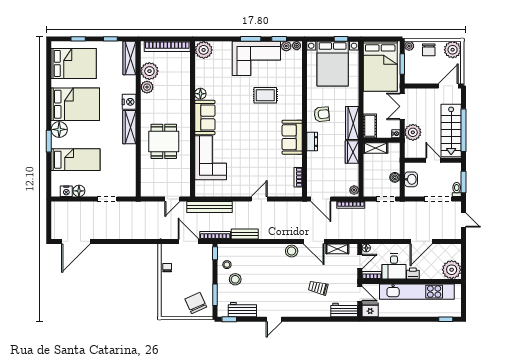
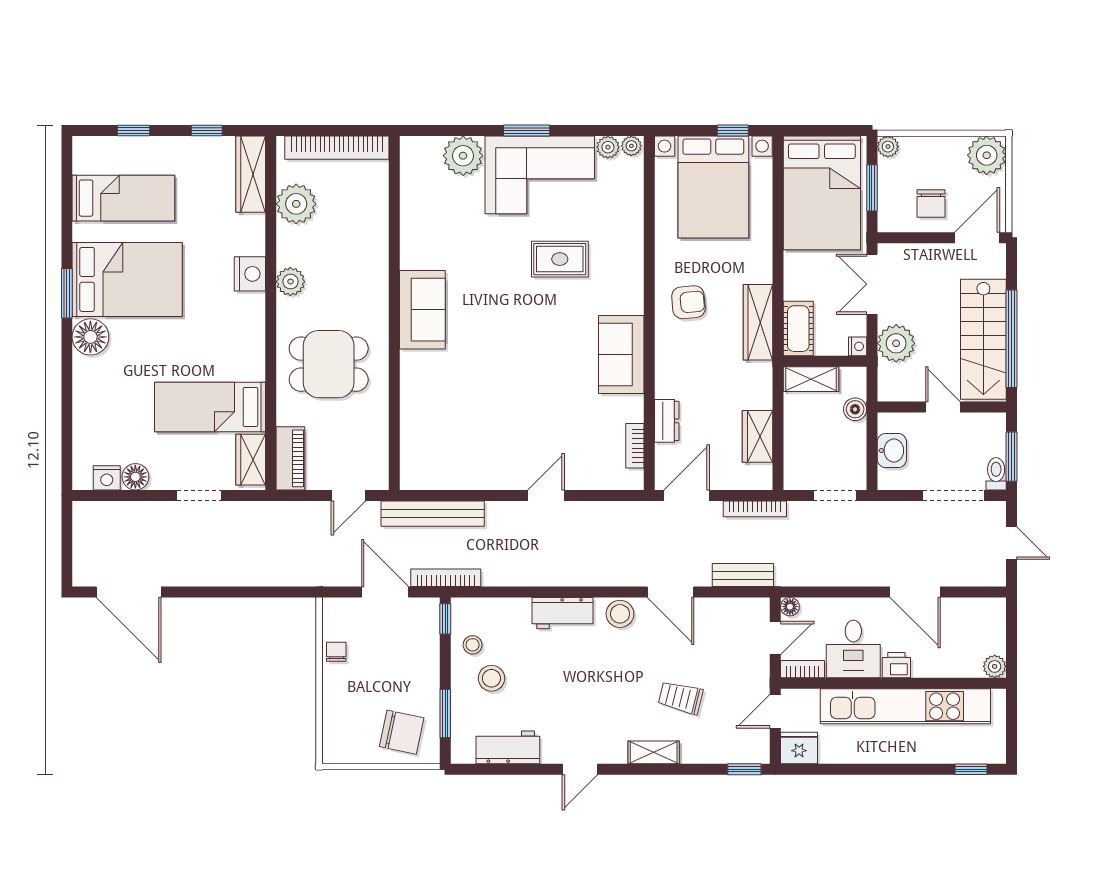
window: (279, 39) -> (592, 131), removed
plant: (204, 50) -> (463, 156), moved
chair: (429, 50) -> (931, 203), moved
bed: (74, 63) -> (123, 198), width x0.67
plant: (147, 87) -> (290, 282), moved
floor lamp: (200, 94) -> (412, 255), removed
wardrobe: (129, 127) -> (251, 460), moved, width x0.67
window: (49, 141) -> (67, 293), moved
dining table: (164, 141) -> (329, 364), turned 90
dresser: (312, 142) -> (667, 421), moved
wardrobe: (352, 152) -> (758, 436), moved
corner sofa: (211, 158) -> (435, 401), removed
bed: (76, 160) -> (210, 407), moved, turned 180
boiler: (395, 177) -> (855, 409), moved
piano: (147, 183) -> (290, 458), added
plant: (354, 190) -> (762, 475), removed
door: (321, 199) -> (687, 495), swing flipped
bench: (245, 234) -> (743, 575), moved
door: (76, 241) -> (129, 592), hinge flipped
door: (421, 241) -> (915, 592), hinge flipped
shelving: (337, 249) -> (654, 752), moved
plant: (452, 270) -> (995, 666), width x0.53, depth x0.53
door: (360, 294) -> (775, 711), swing flipped
chair: (196, 303) -> (402, 732), turned 126
workbench: (344, 310) -> (562, 613), moved, turned 180
window: (229, 319) -> (744, 769), moved

